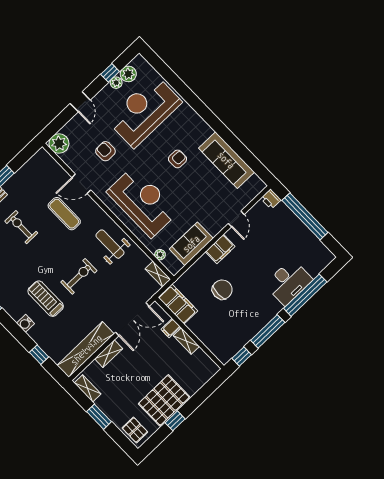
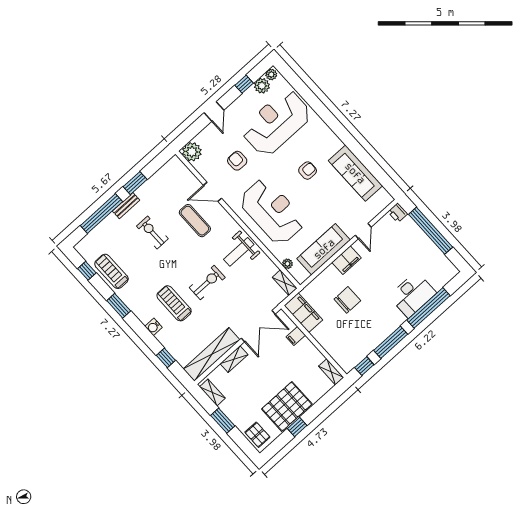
plant: (116, 83) -> (271, 74), moved
weight bench: (110, 244) -> (239, 252), turned -90
sofa: (191, 244) -> (324, 249), width x1.36
shelving: (186, 341) -> (331, 372), moved

